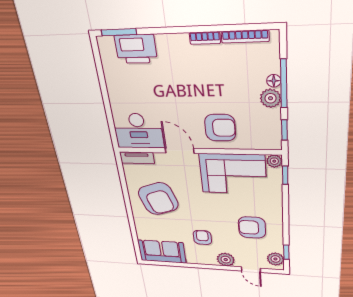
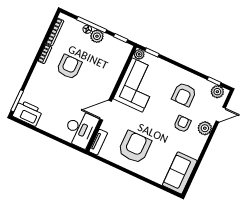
printer: (136, 49) -> (28, 113), moved, turned -90
armchair: (220, 128) -> (69, 67), moved
armchair: (158, 199) -> (135, 147), turned -71
armchair: (202, 237) -> (182, 124), moved, turned 90

